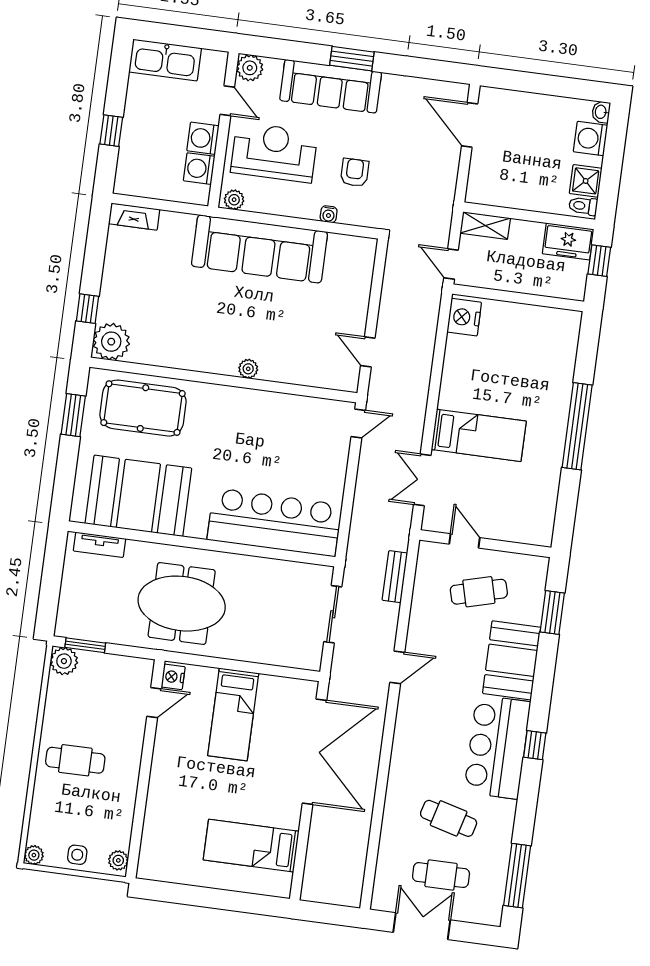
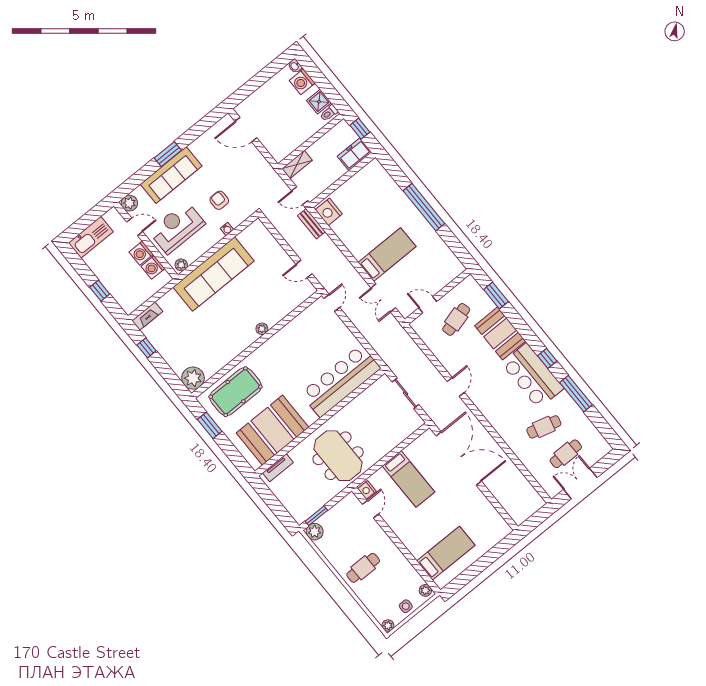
freezer: (568, 241) -> (354, 154), moved, turned 180
window: (87, 309) -> (147, 348), moved
bench: (395, 577) -> (311, 224), moved
meeting table: (182, 604) -> (338, 456), turned 90
bed: (251, 846) -> (446, 553), moved, turned 180
window: (517, 876) -> (576, 394), moved

